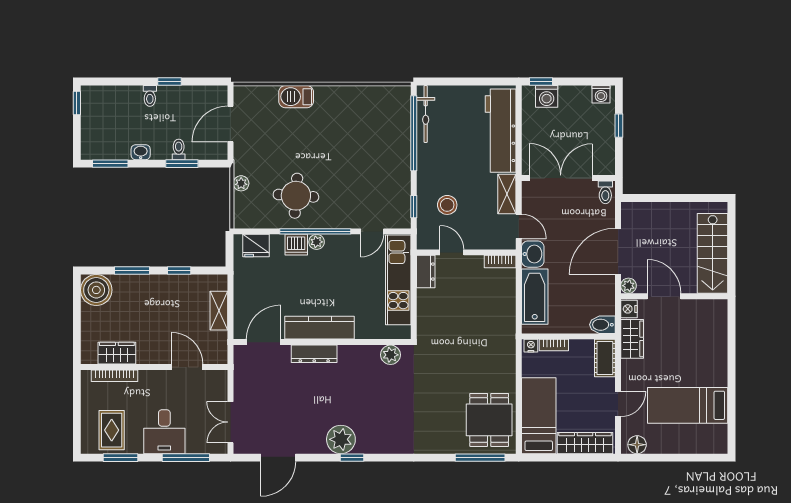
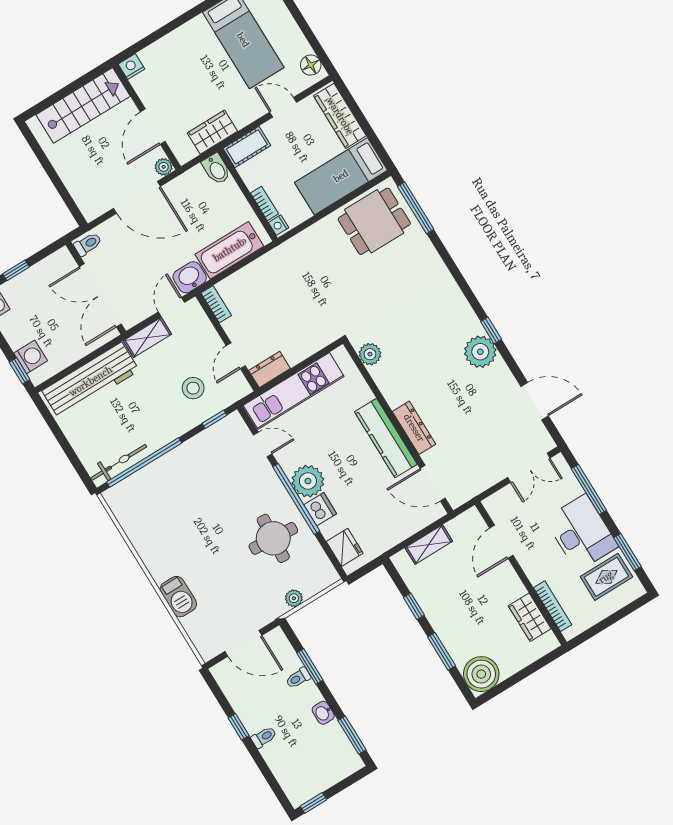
plant: (317, 242) -> (308, 481), width x1.87, depth x1.87
nightstand: (629, 309) -> (131, 67), moved, turned 180
desk: (164, 432) -> (581, 533), width x1.37

